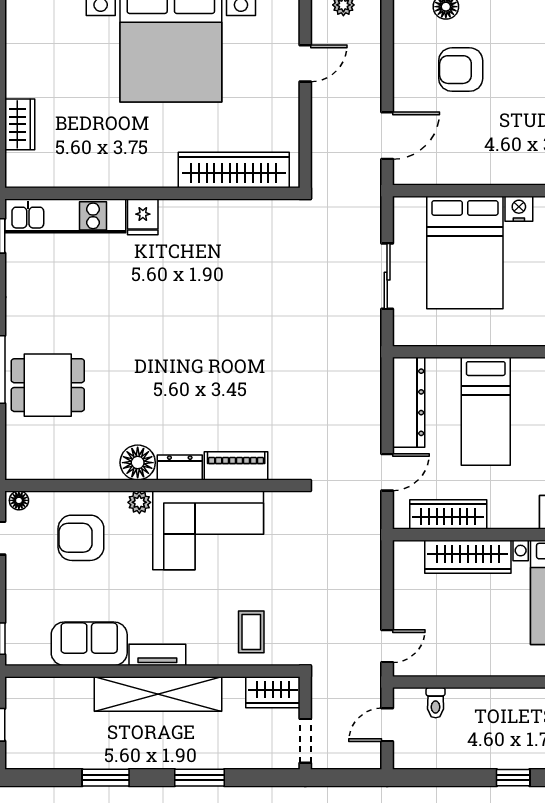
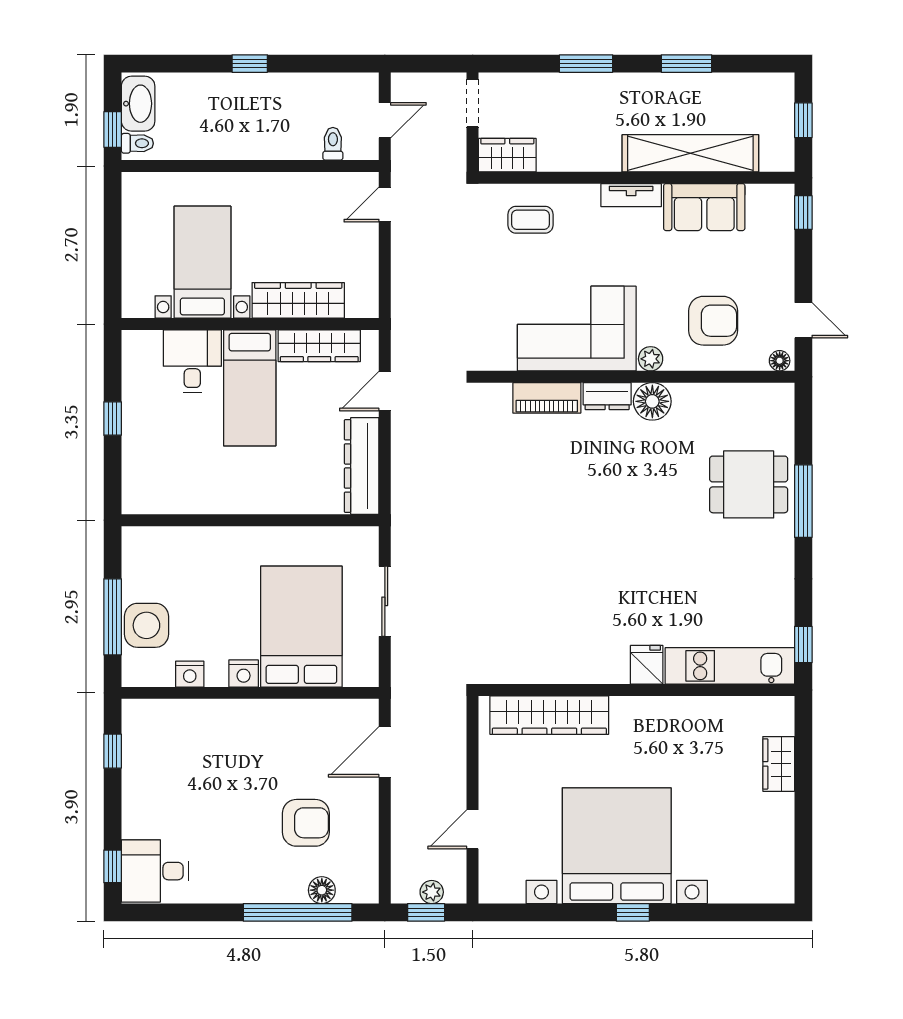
bed: (486, 411) -> (250, 388), moved, turned 180
coffee table: (251, 632) -> (530, 220), turned 90
shelving: (158, 694) -> (690, 153), moved

